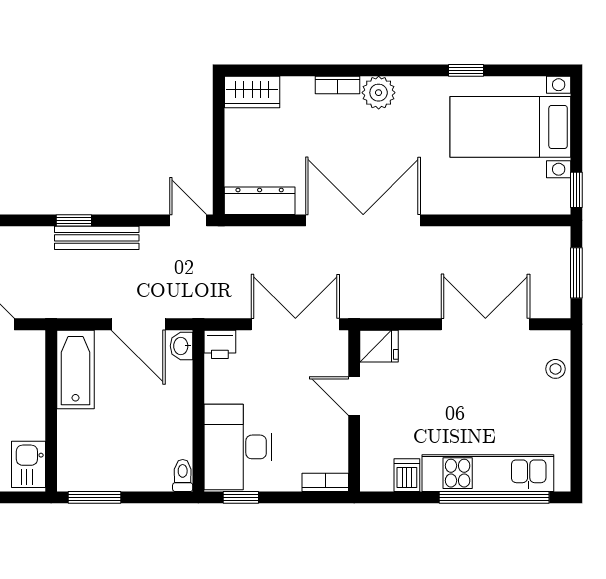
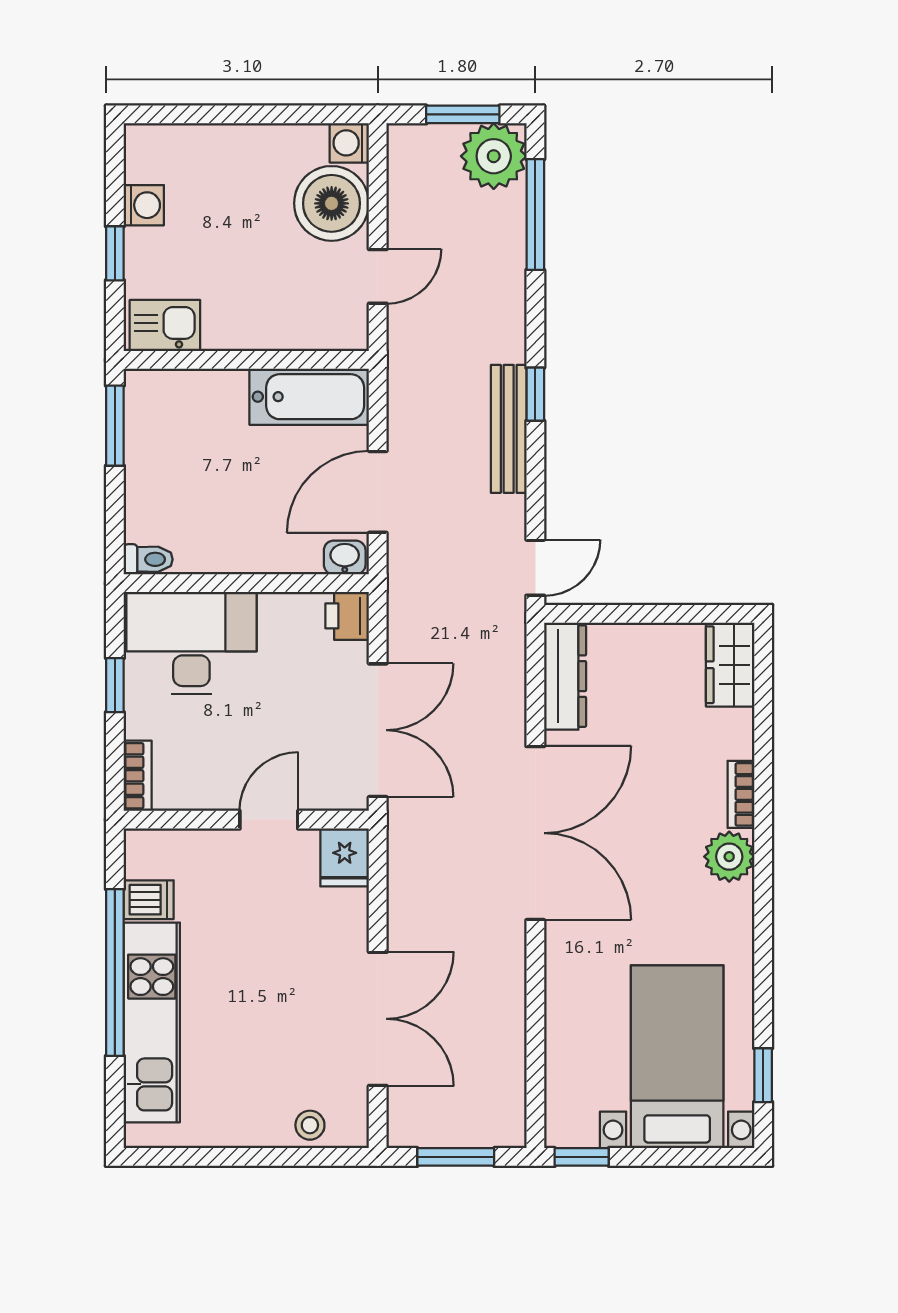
window: (466, 70) -> (763, 1075), moved
window: (241, 497) -> (115, 685), moved
window: (494, 497) -> (115, 973), moved

